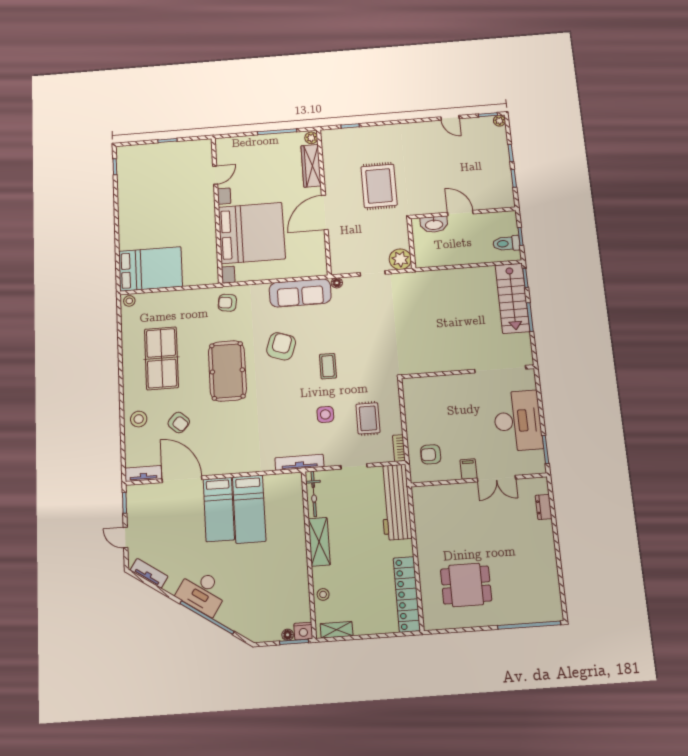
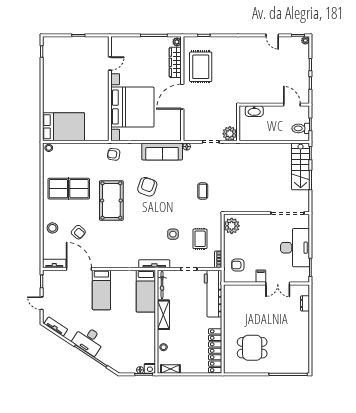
rug: (379, 186) -> (201, 67), moved
door: (460, 213) -> (292, 105), moved
table tennis table: (161, 358) -> (69, 189), turned 90
coffee table: (328, 366) -> (203, 191), moved
plant: (415, 395) -> (232, 226), added
bed: (249, 509) -> (146, 291), moved

